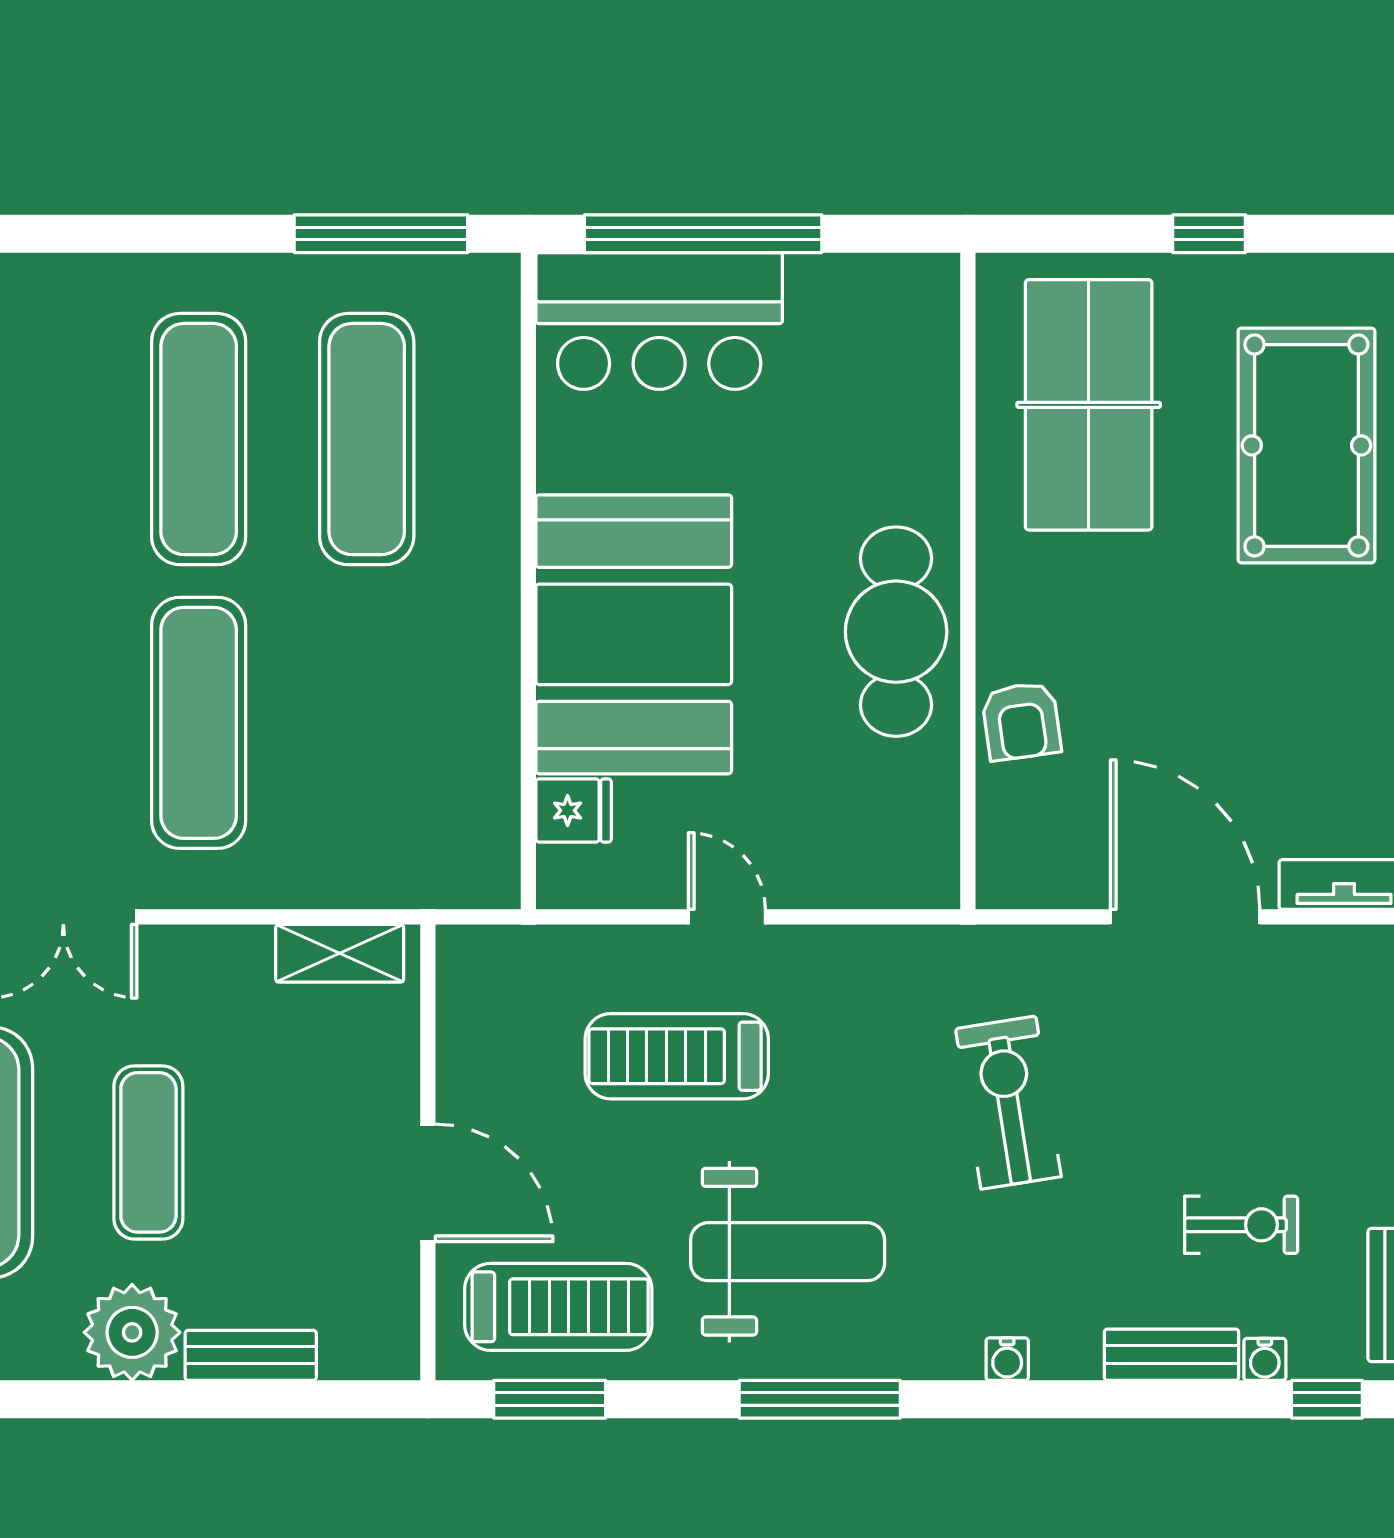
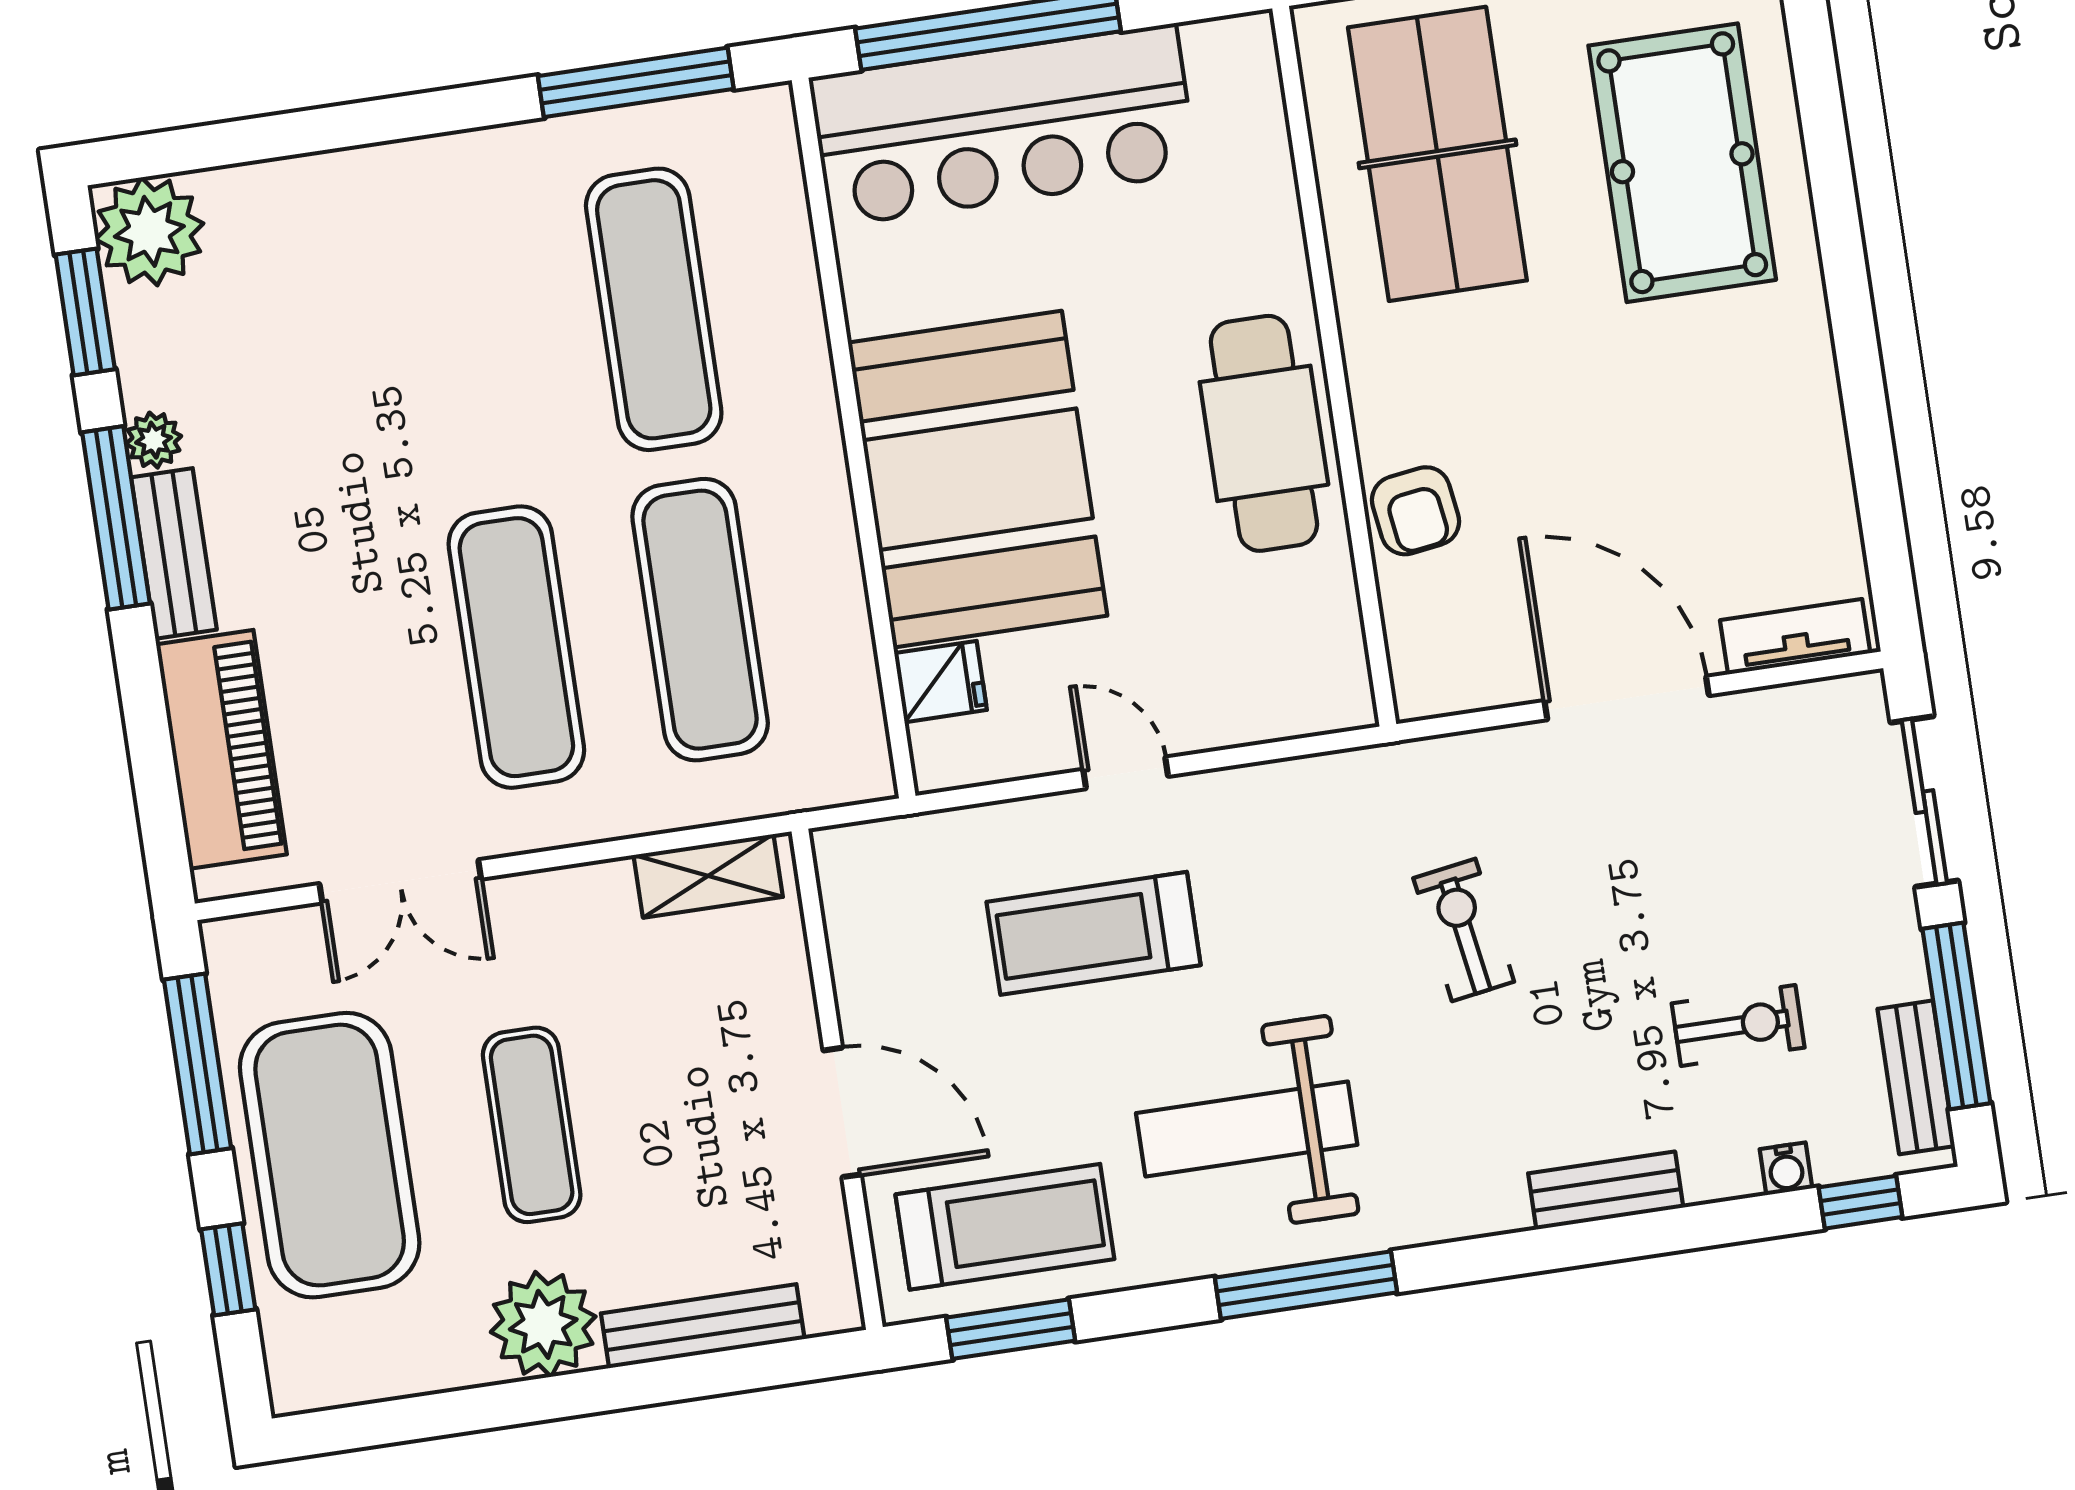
bar counter: (659, 321) -> (1003, 125), width x1.36
exercise mat: (199, 439) -> (700, 620), moved
exercise bike: (1008, 1103) -> (1464, 930), width x0.73, depth x0.72
weight bench: (788, 1252) -> (1247, 1129), turned 180
bench: (251, 1355) -> (703, 1326), width x1.36
bench: (1172, 1355) -> (1606, 1190), moved
water cooler: (1007, 1359) -> (1504, 1211), removed

